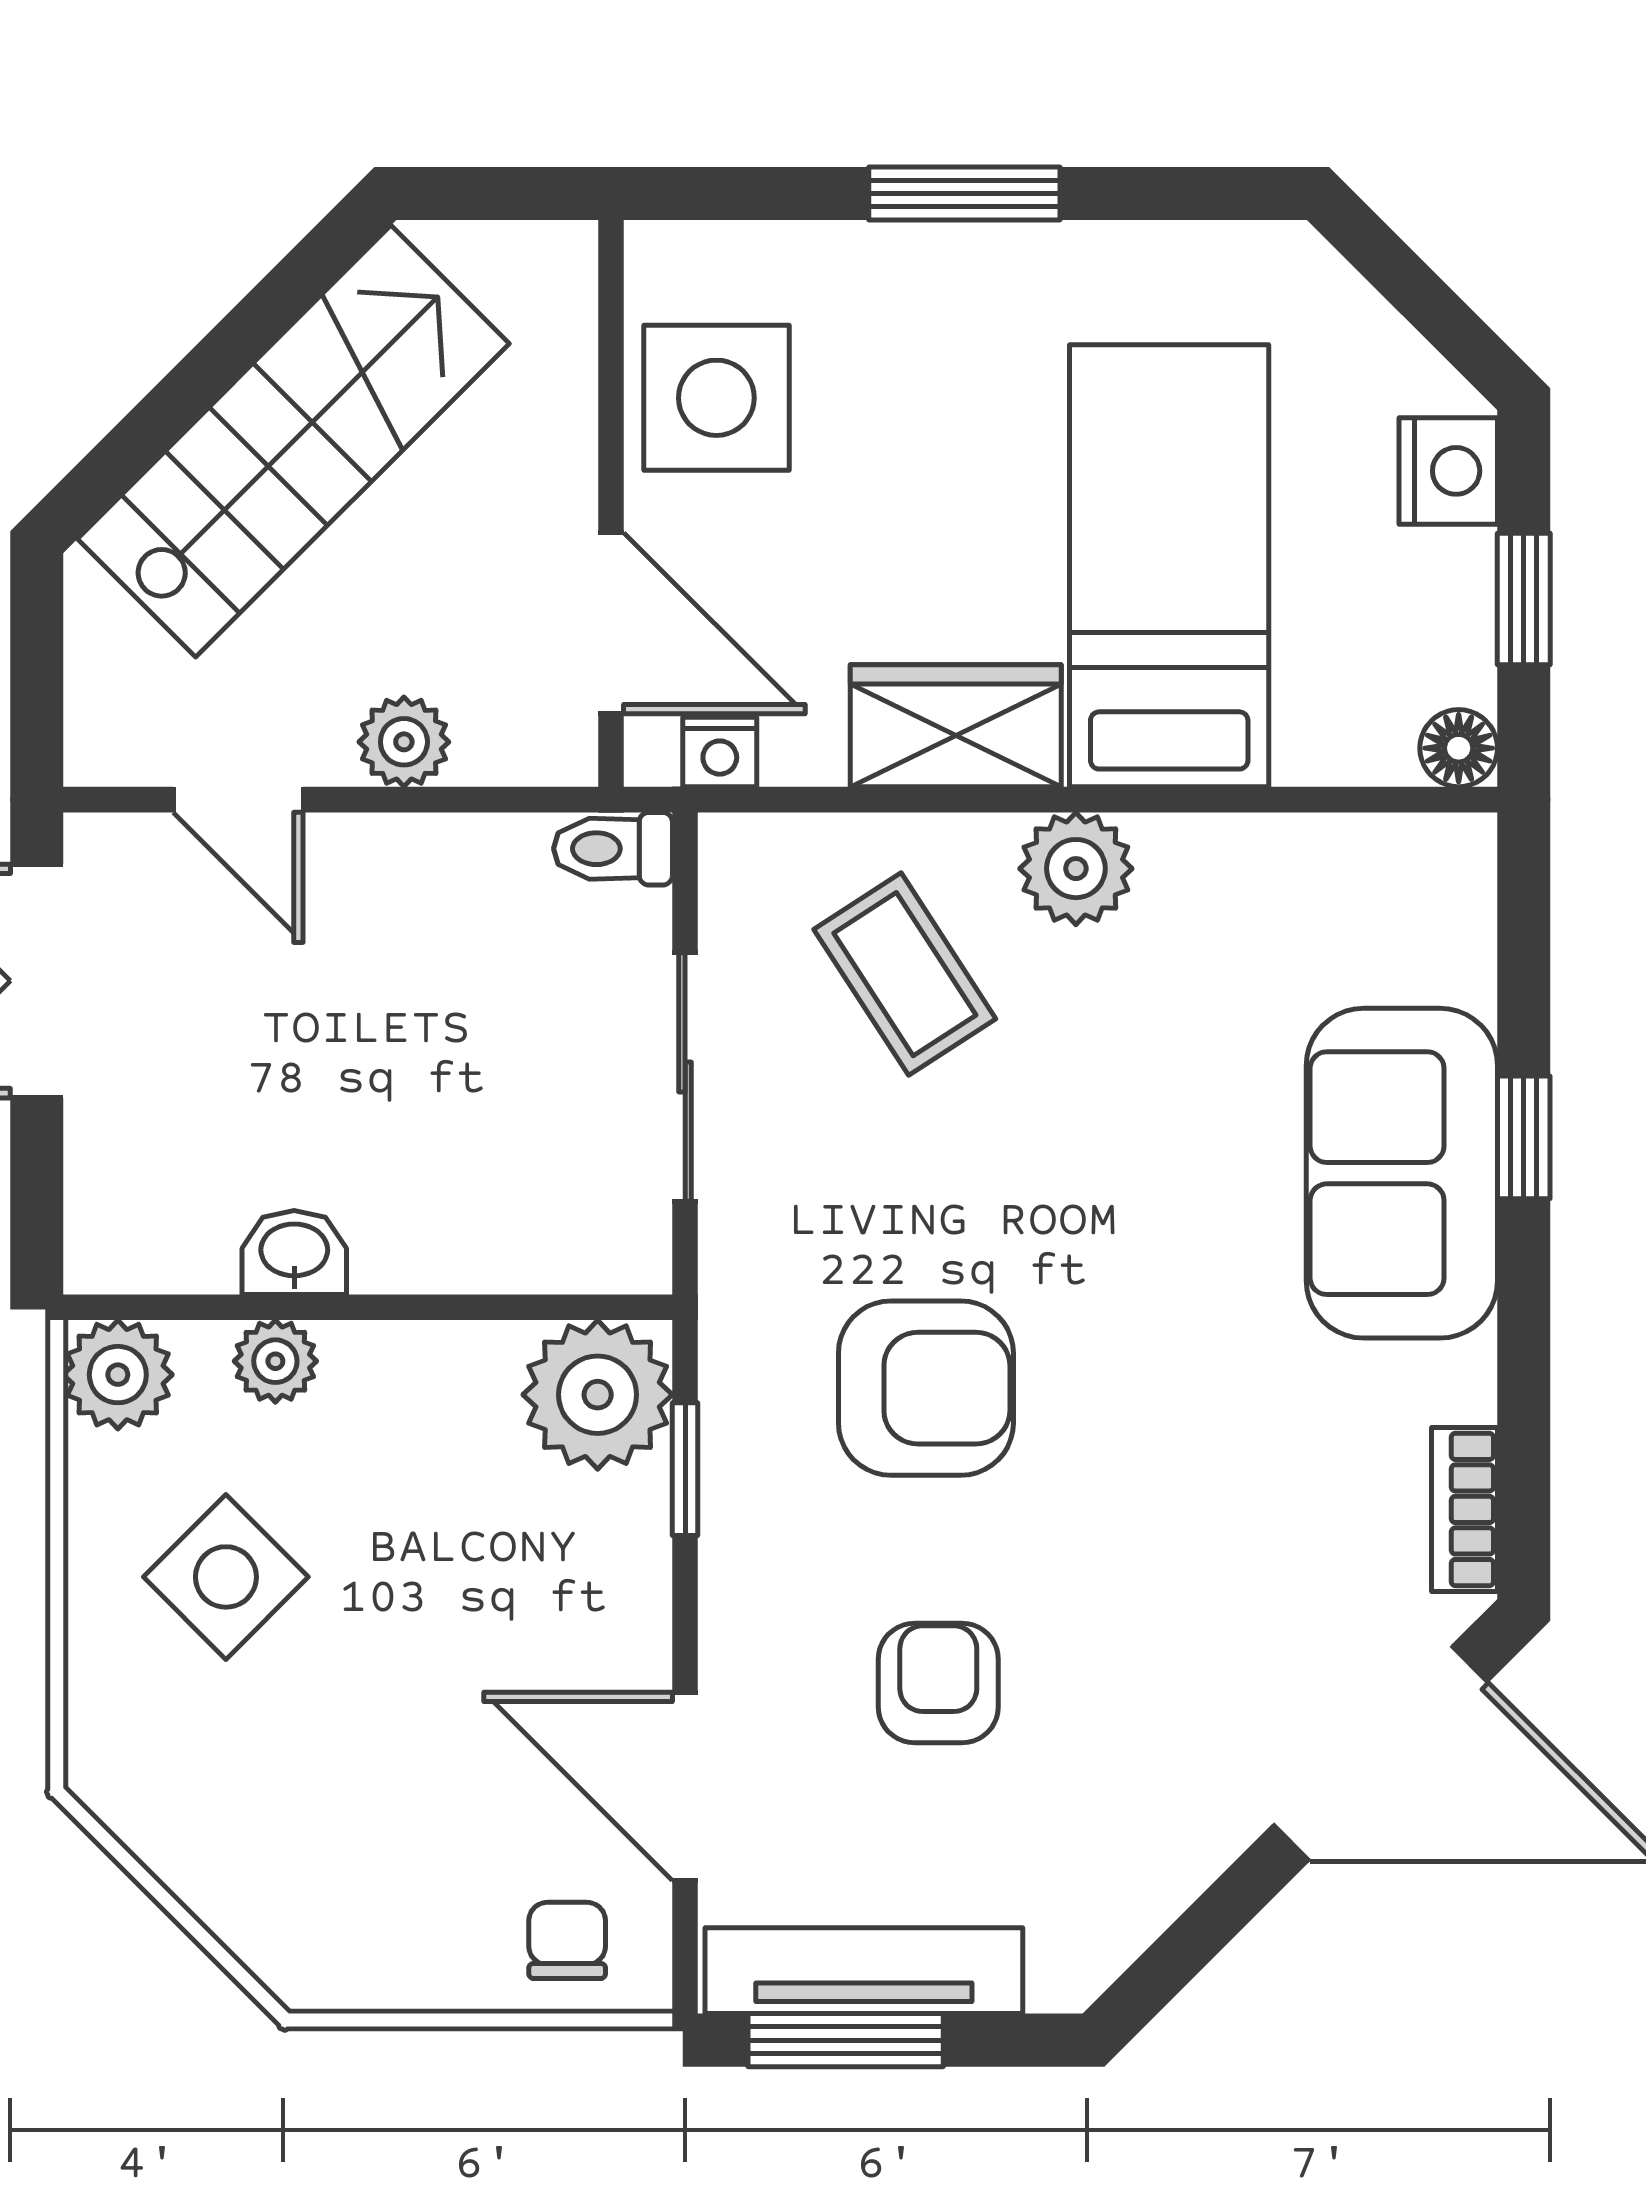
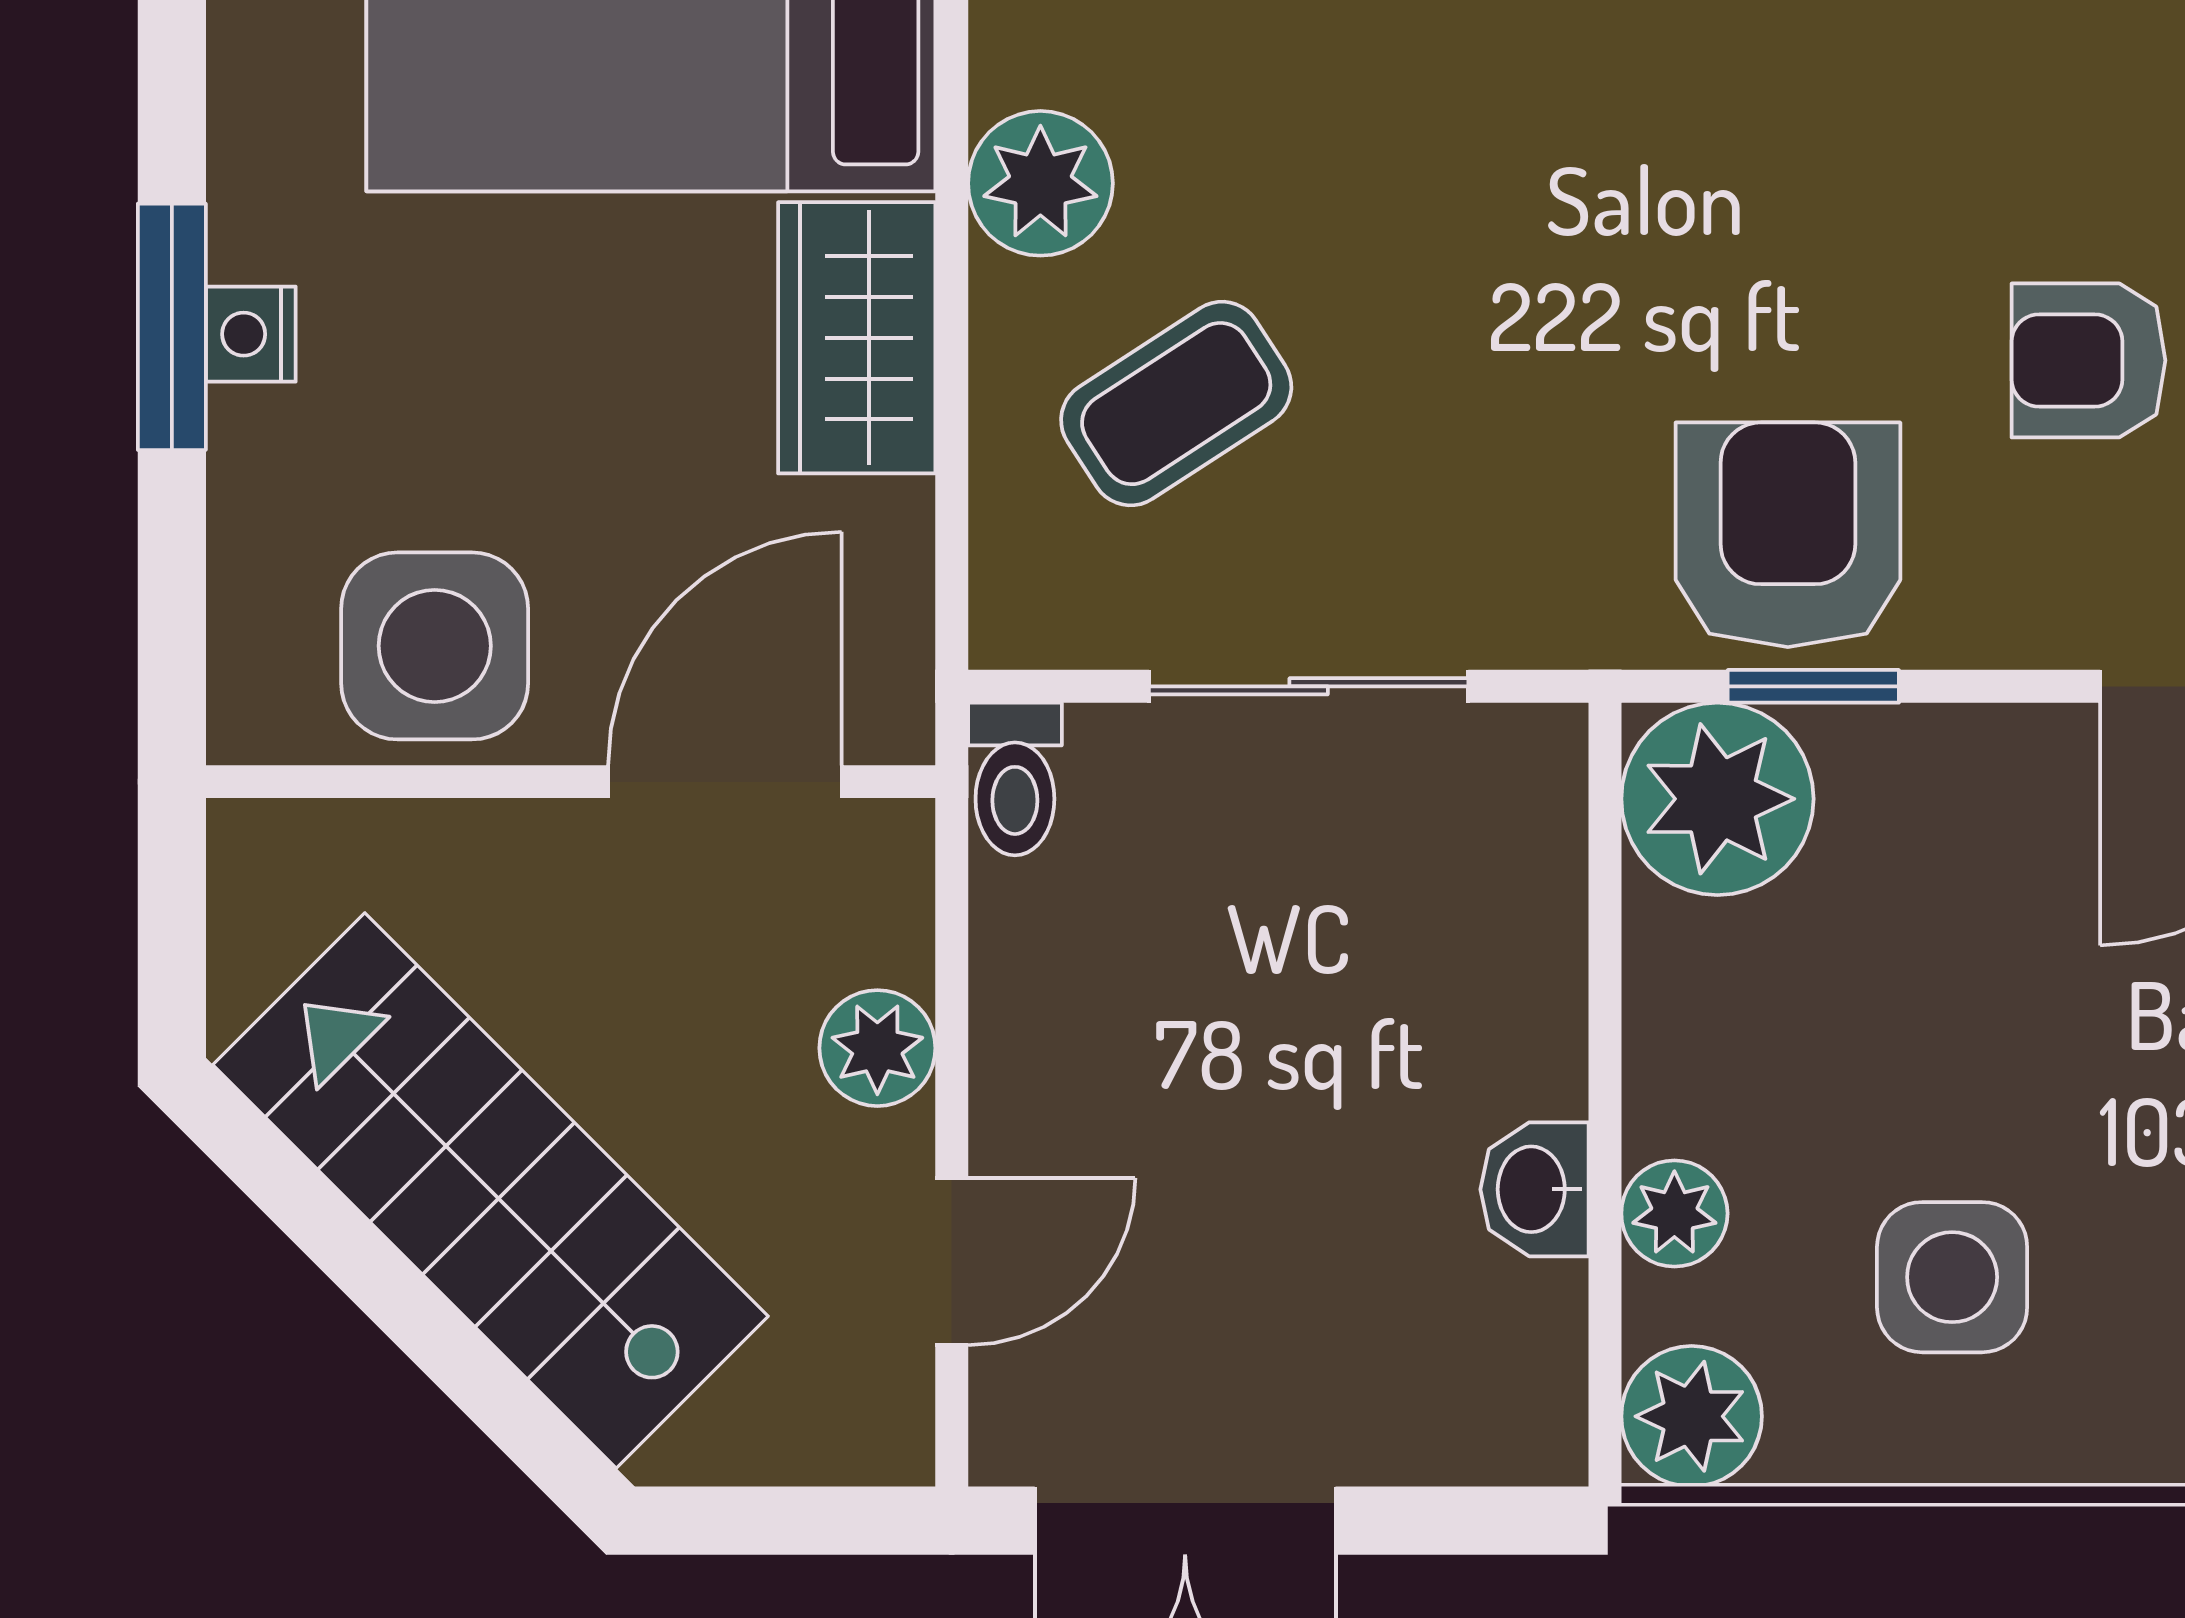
nightstand: (720, 752) -> (251, 334), moved, turned 180
armchair: (926, 1388) -> (1788, 535), moved
side table: (226, 1577) -> (1952, 1277), turned 45

